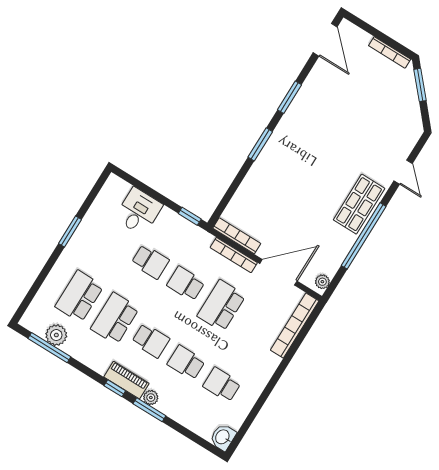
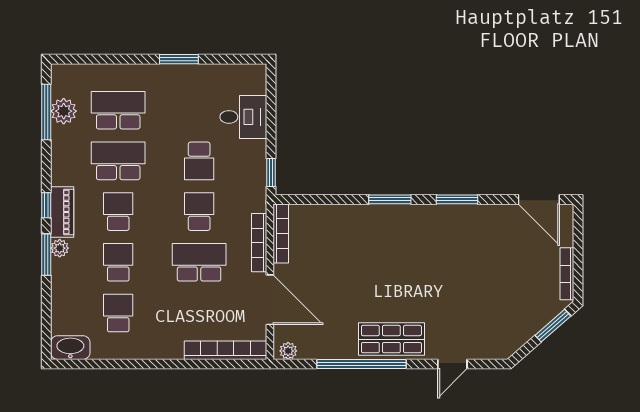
door: (325, 40) -> (539, 199), hinge flipped
school desk: (151, 340) -> (118, 212), turned 180
washbasin: (223, 437) -> (70, 348), width x1.38

